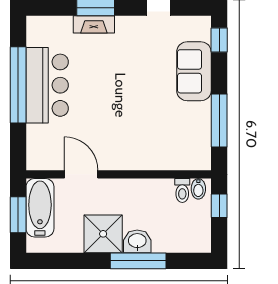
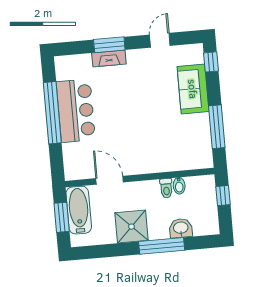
bidet: (198, 189) -> (179, 186), moved
toilet: (182, 191) -> (166, 188), moved
washbasin: (137, 241) -> (181, 228), moved

